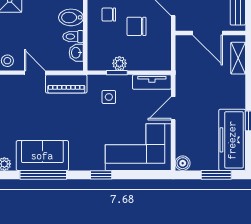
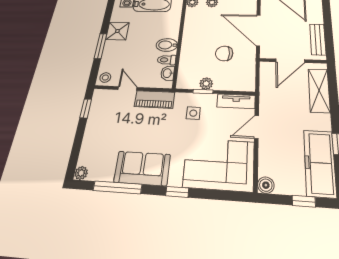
chair: (109, 15) -> (200, 44), removed
door: (208, 33) -> (290, 61), hinge flipped
shelving: (238, 58) -> (319, 90), width x1.50, depth x1.33
sofa: (42, 156) -> (142, 168), moved
window: (216, 175) -> (304, 201), width x0.67

